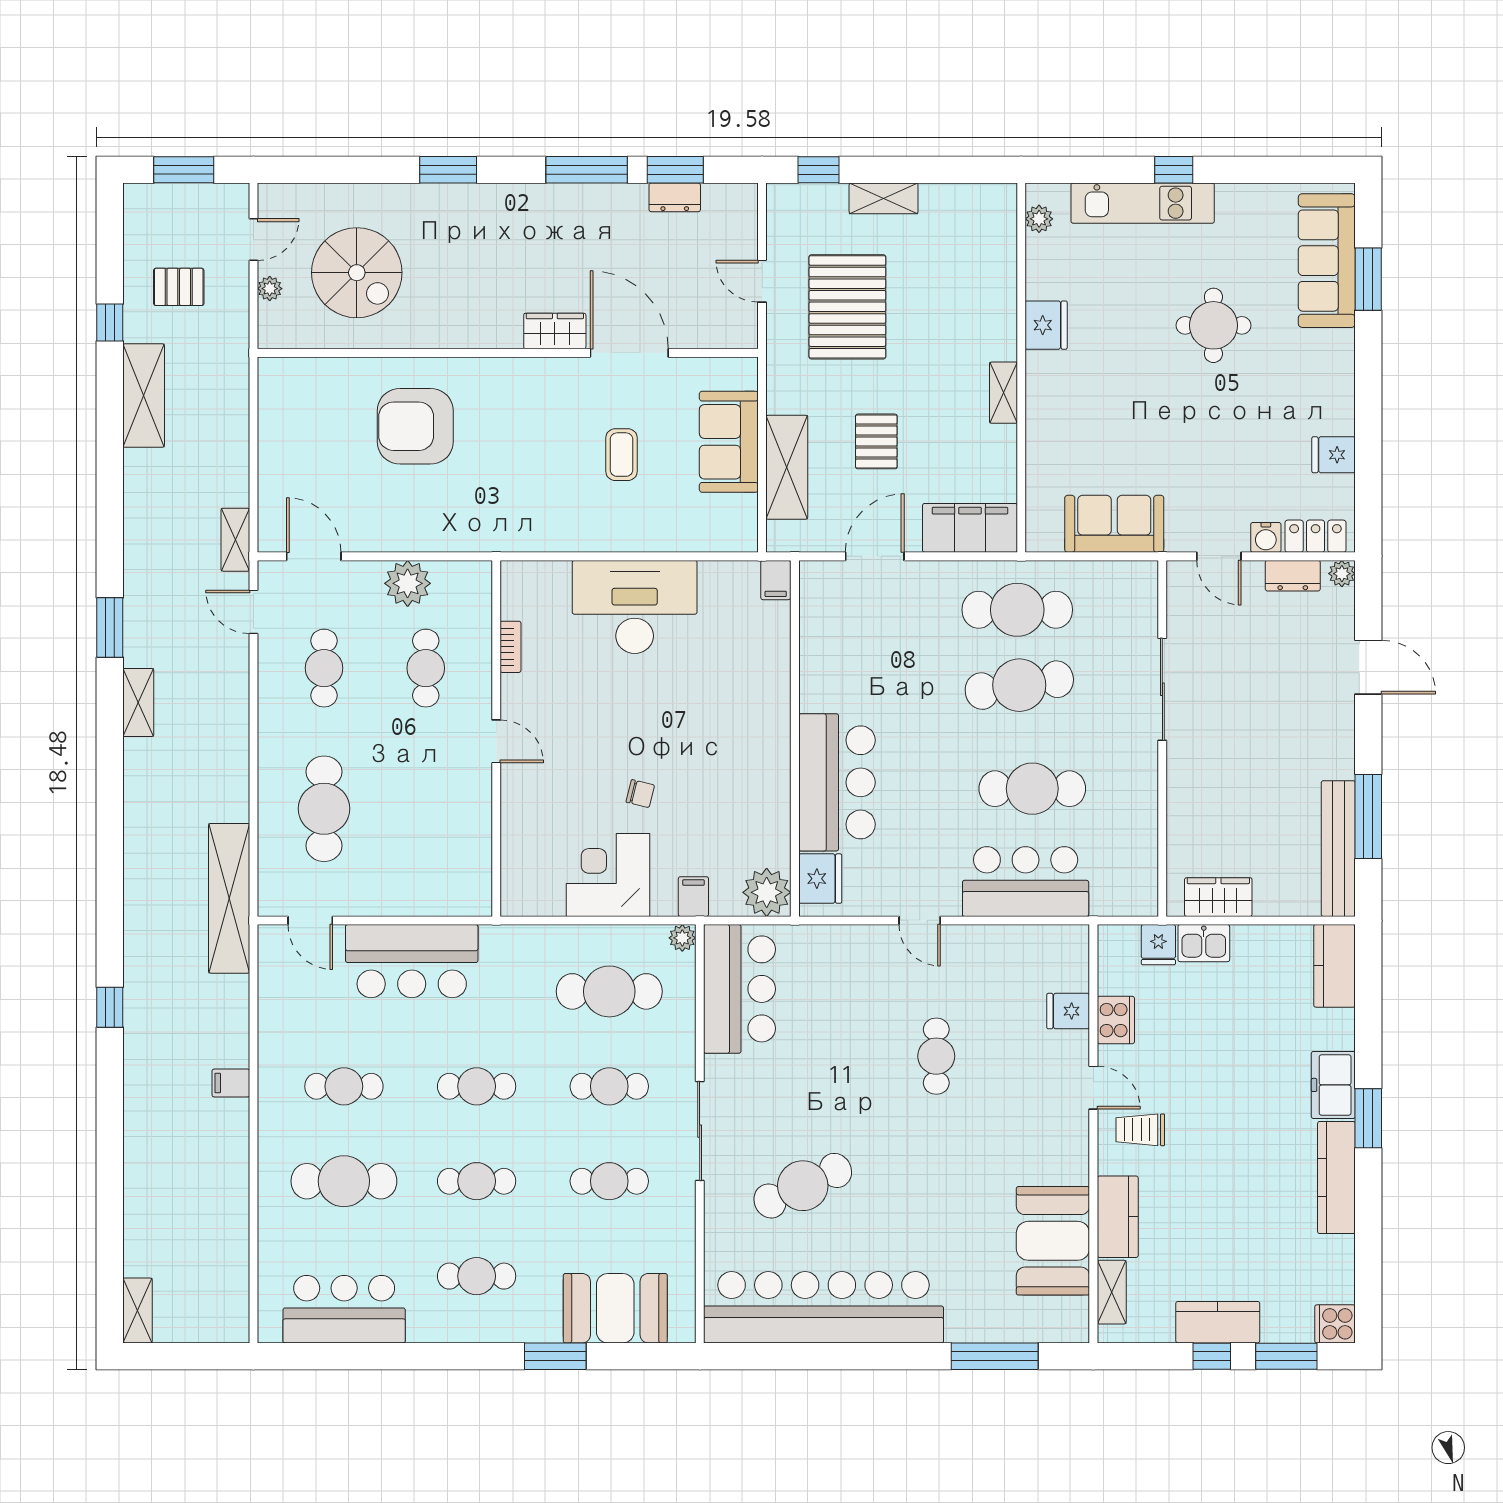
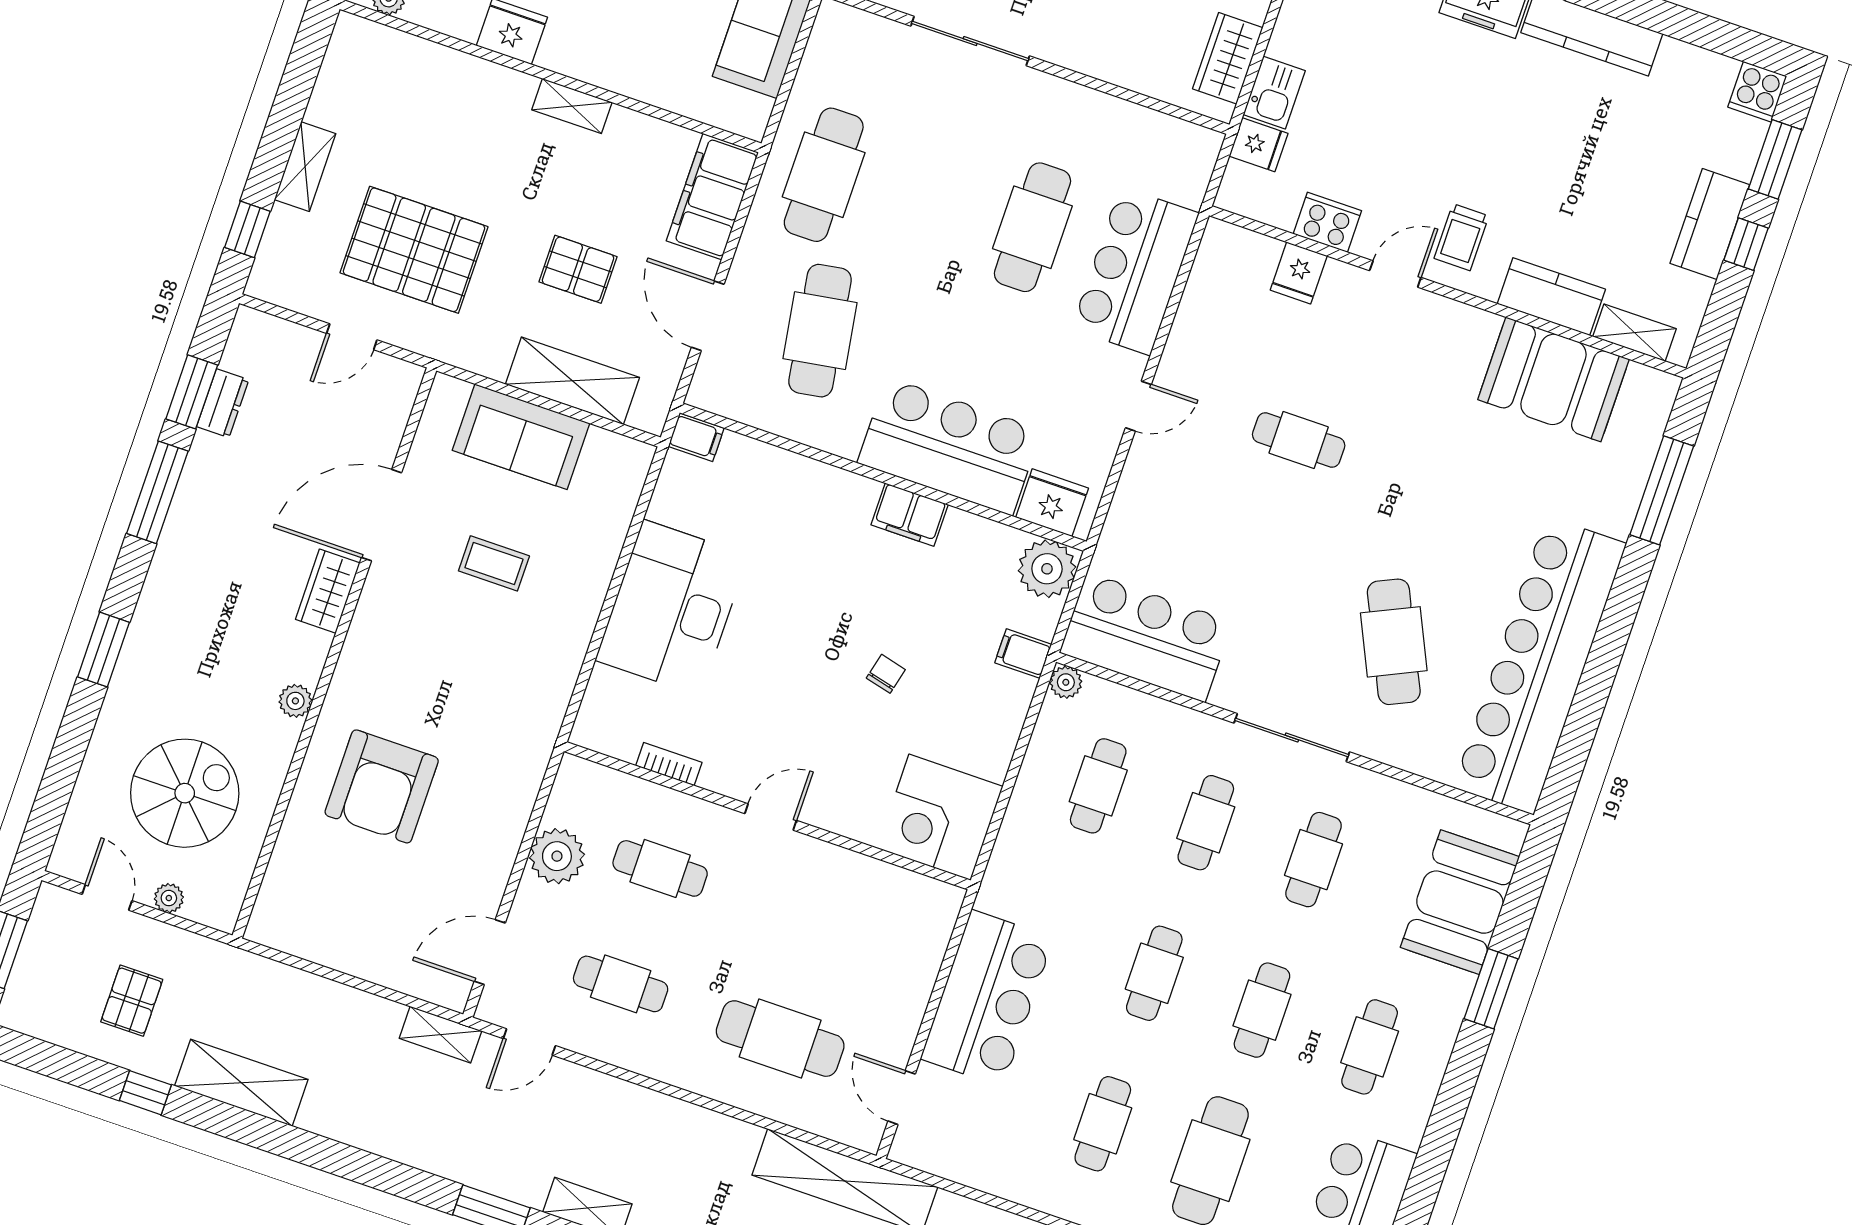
plant: (459, 335) -> (295, 701), added
cafe table: (1019, 685) -> (820, 331), moved
filing cabinet: (772, 769) -> (910, 515), added
corner desk: (608, 875) -> (940, 817), moved
door: (310, 920) -> (902, 1098), swing flipped
cafe table: (609, 991) -> (1098, 786), width x0.73, depth x0.74

